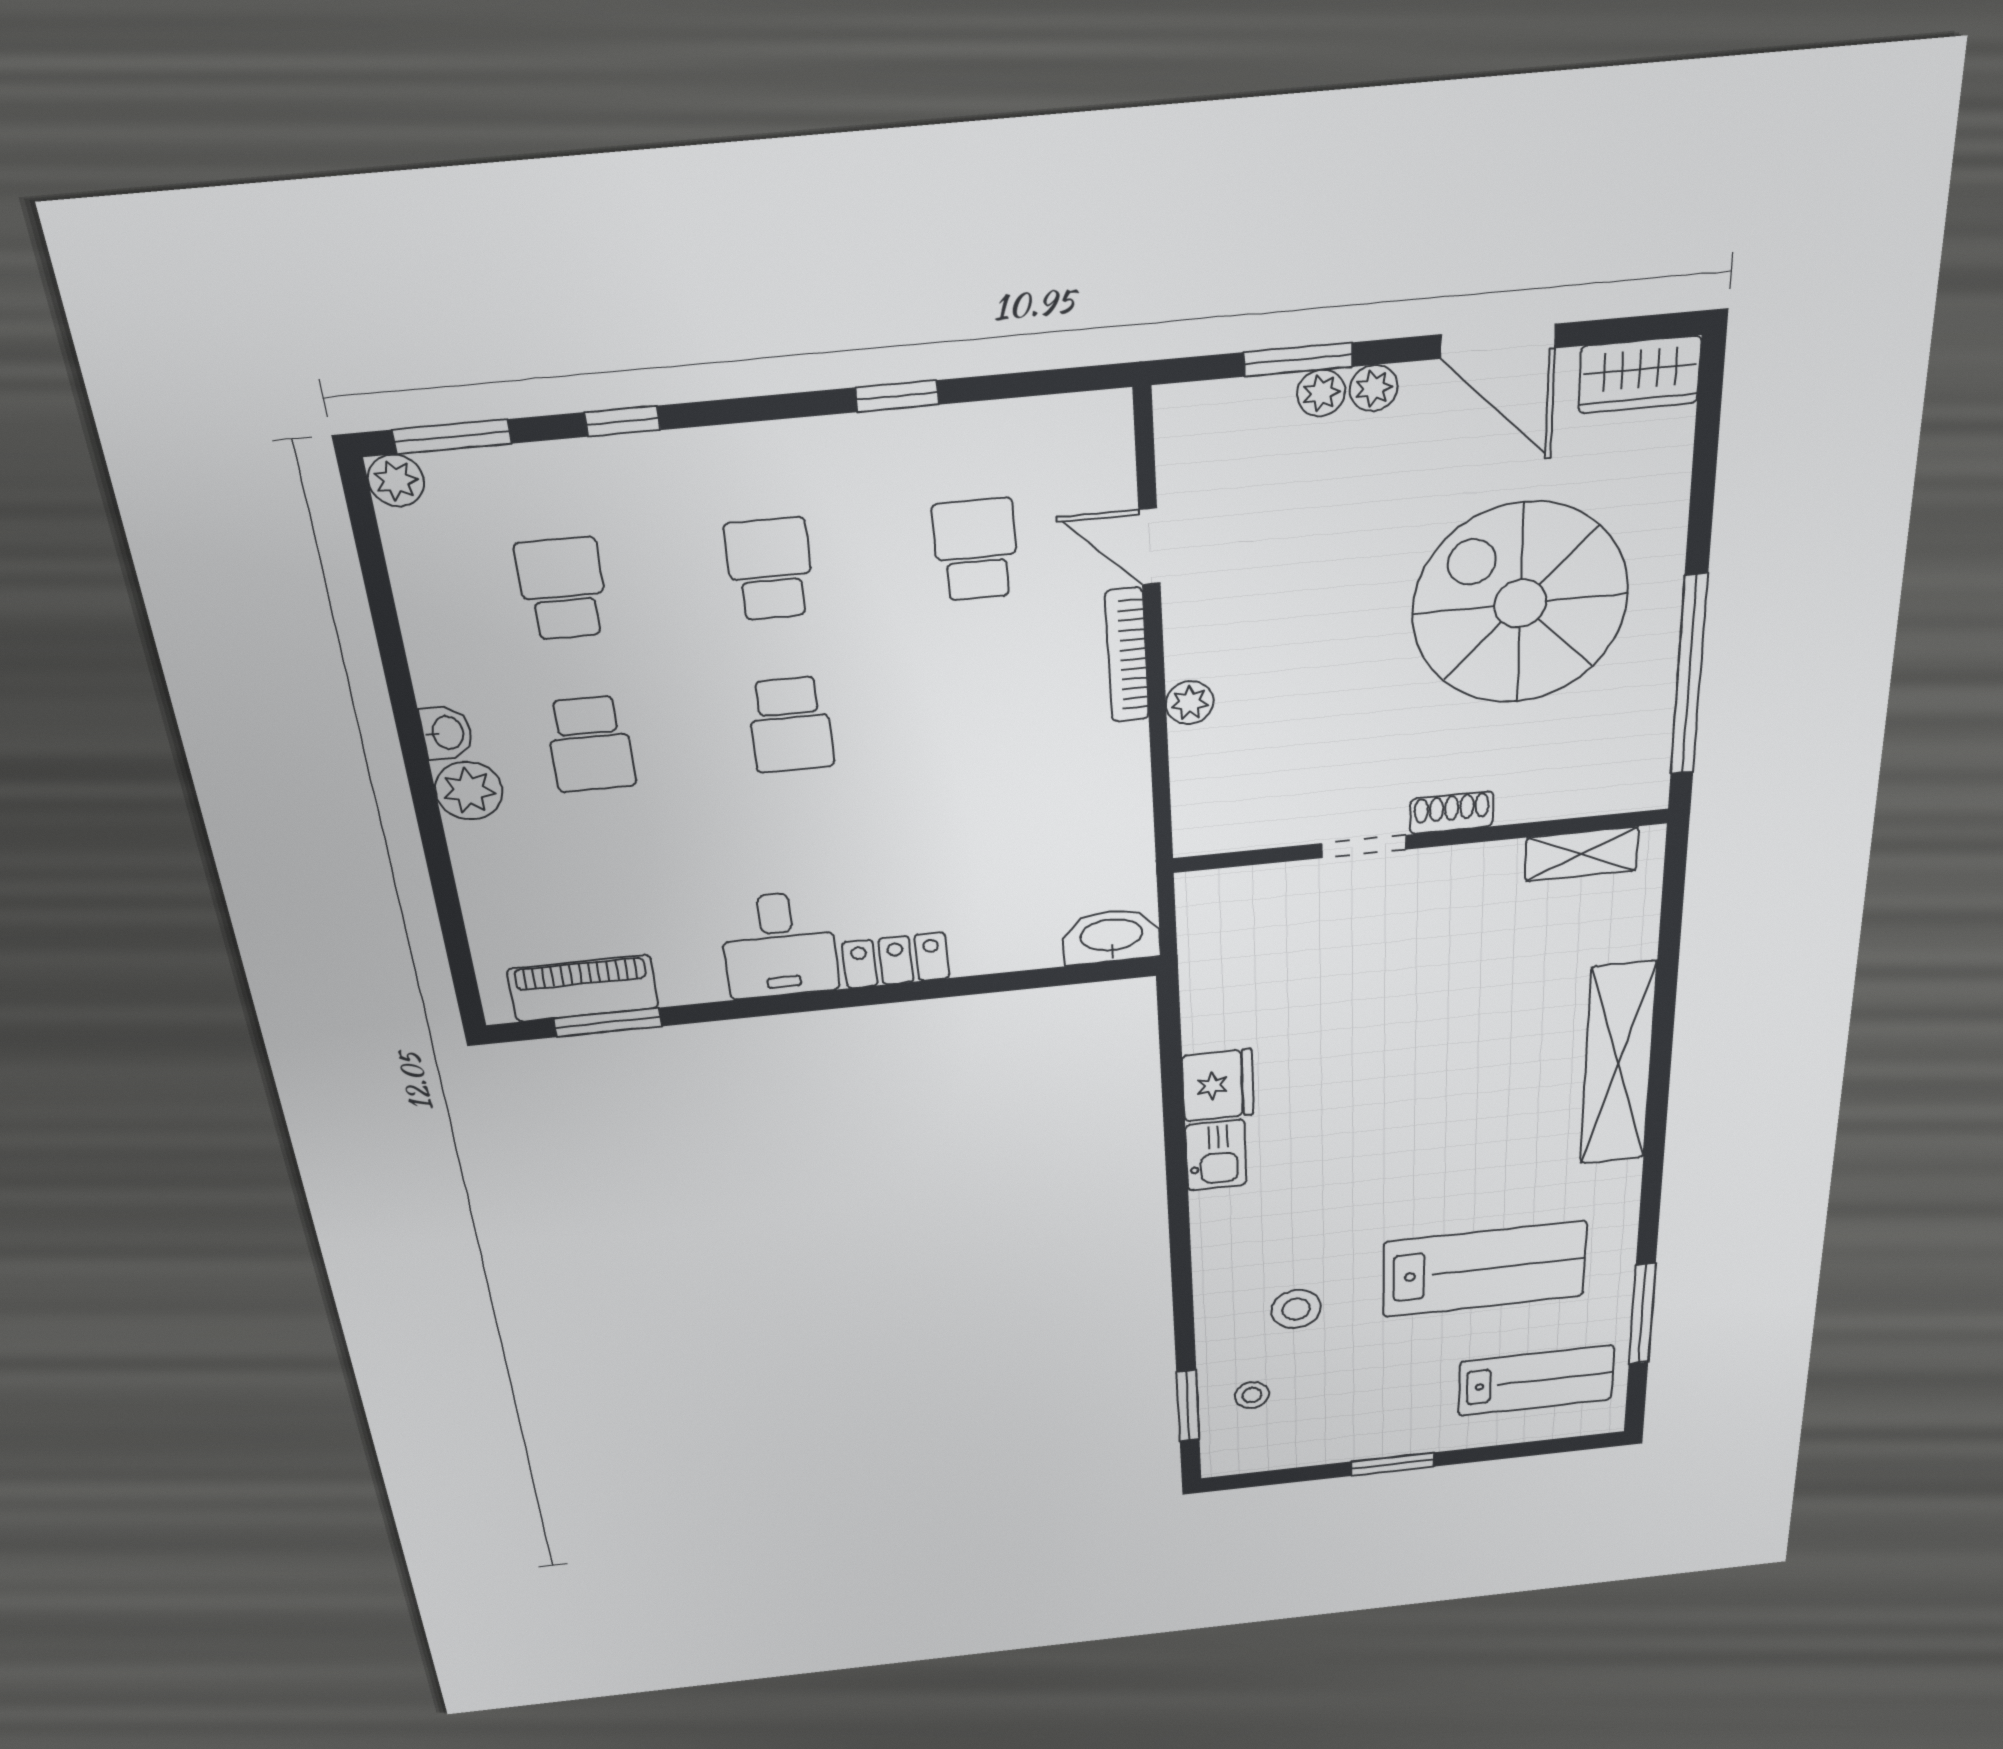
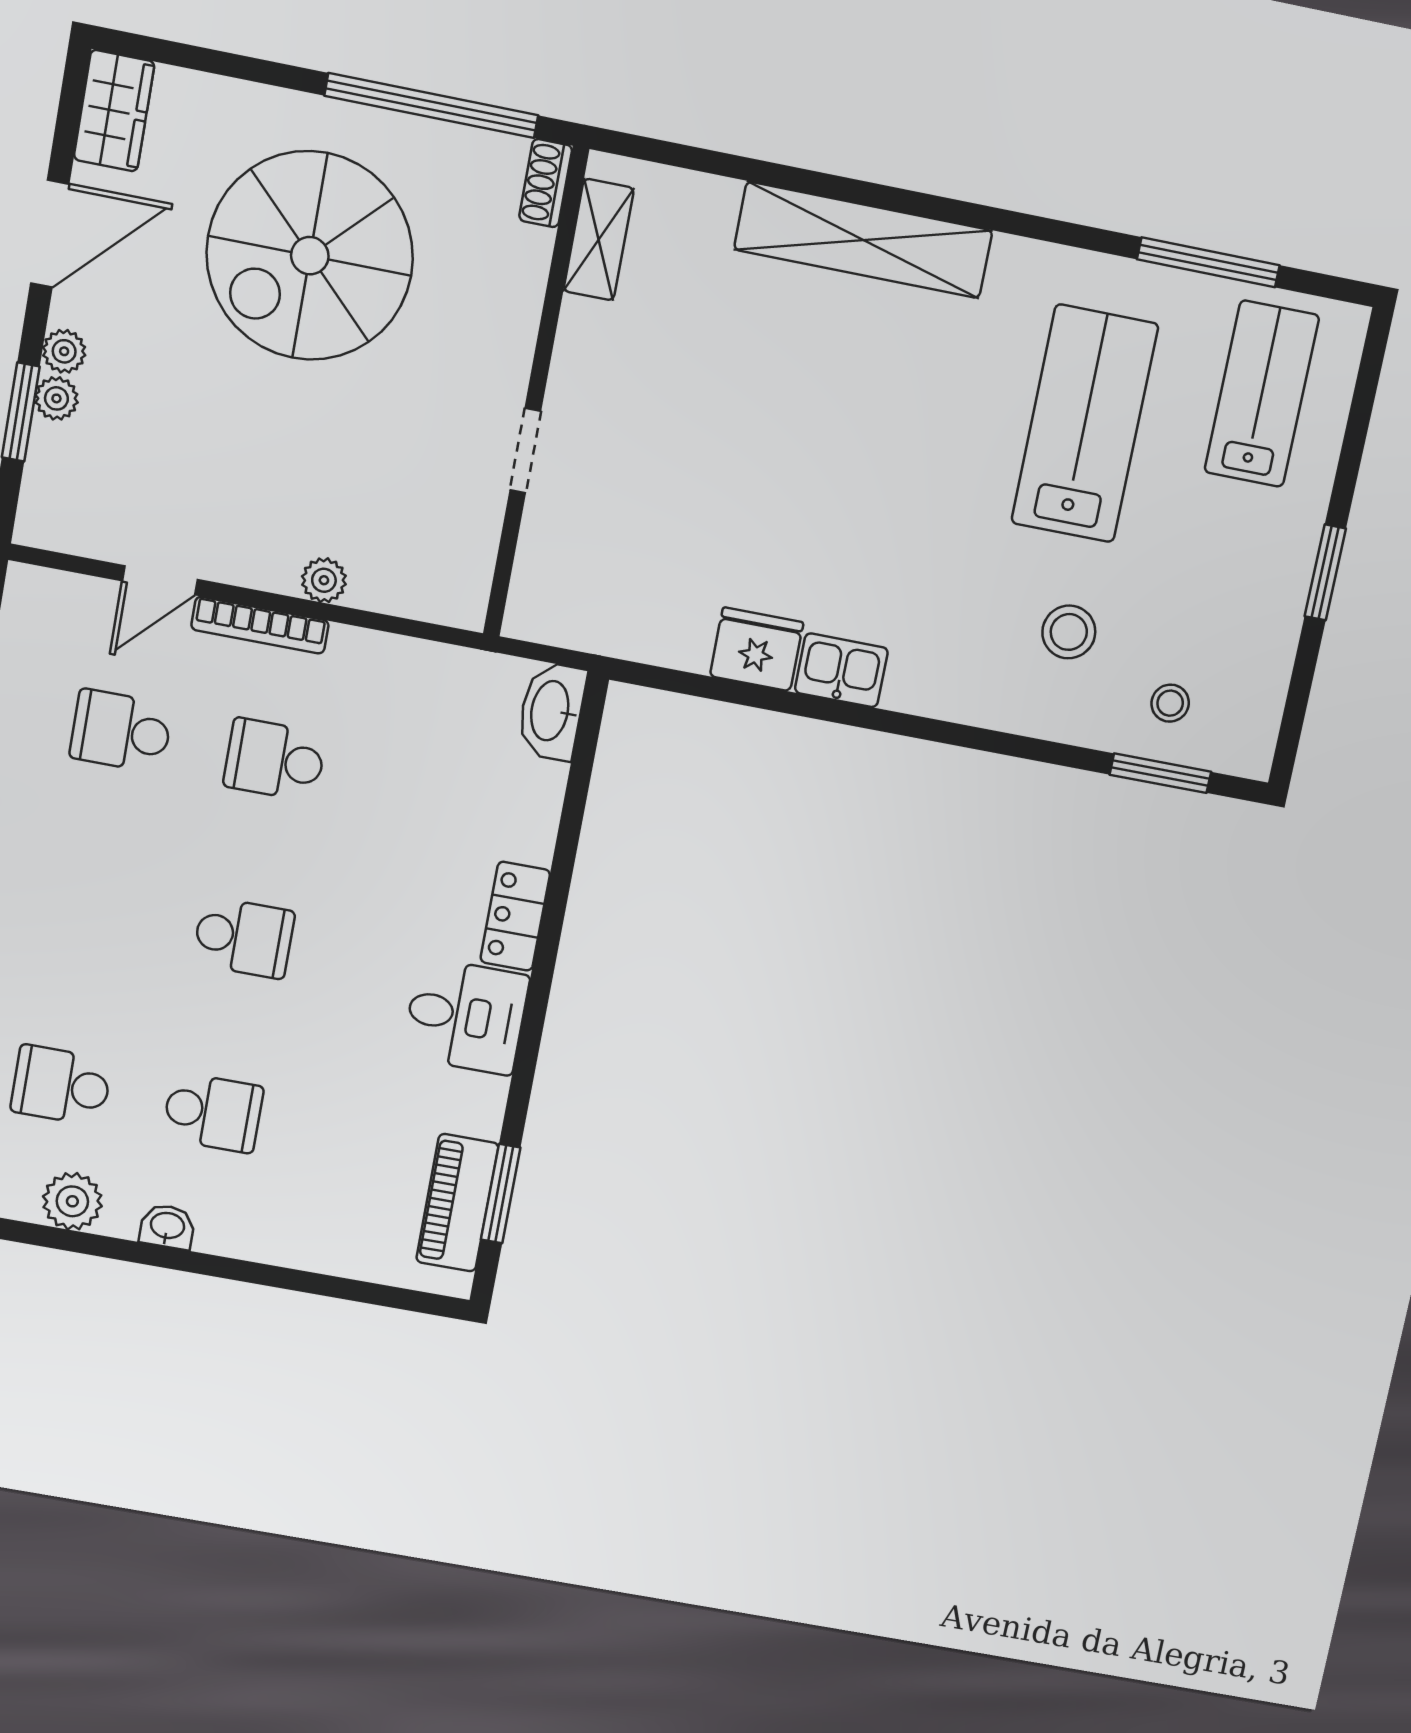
school desk: (770, 569) -> (275, 760), moved
plant: (469, 791) -> (72, 1201), moved
shoe rack: (1452, 813) -> (546, 183), moved

